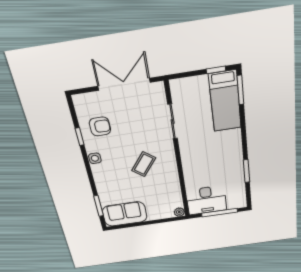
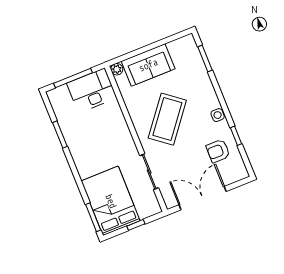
window: (216, 70) -> (136, 225), moved
double door: (124, 84) -> (203, 198), swing flipped
bed: (225, 101) -> (111, 201), width x1.50
coffee table: (144, 164) -> (167, 119), width x1.86, depth x1.72
sofa: (125, 214) -> (148, 65), moved

